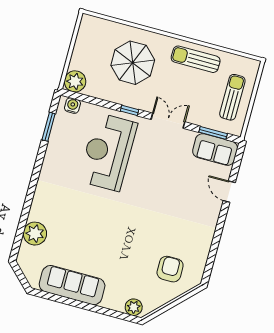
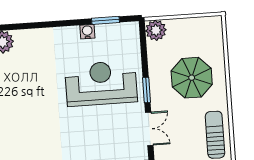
water cooler: (72, 106) -> (87, 32), moved, turned -90
window: (130, 110) -> (147, 90), width x1.50

